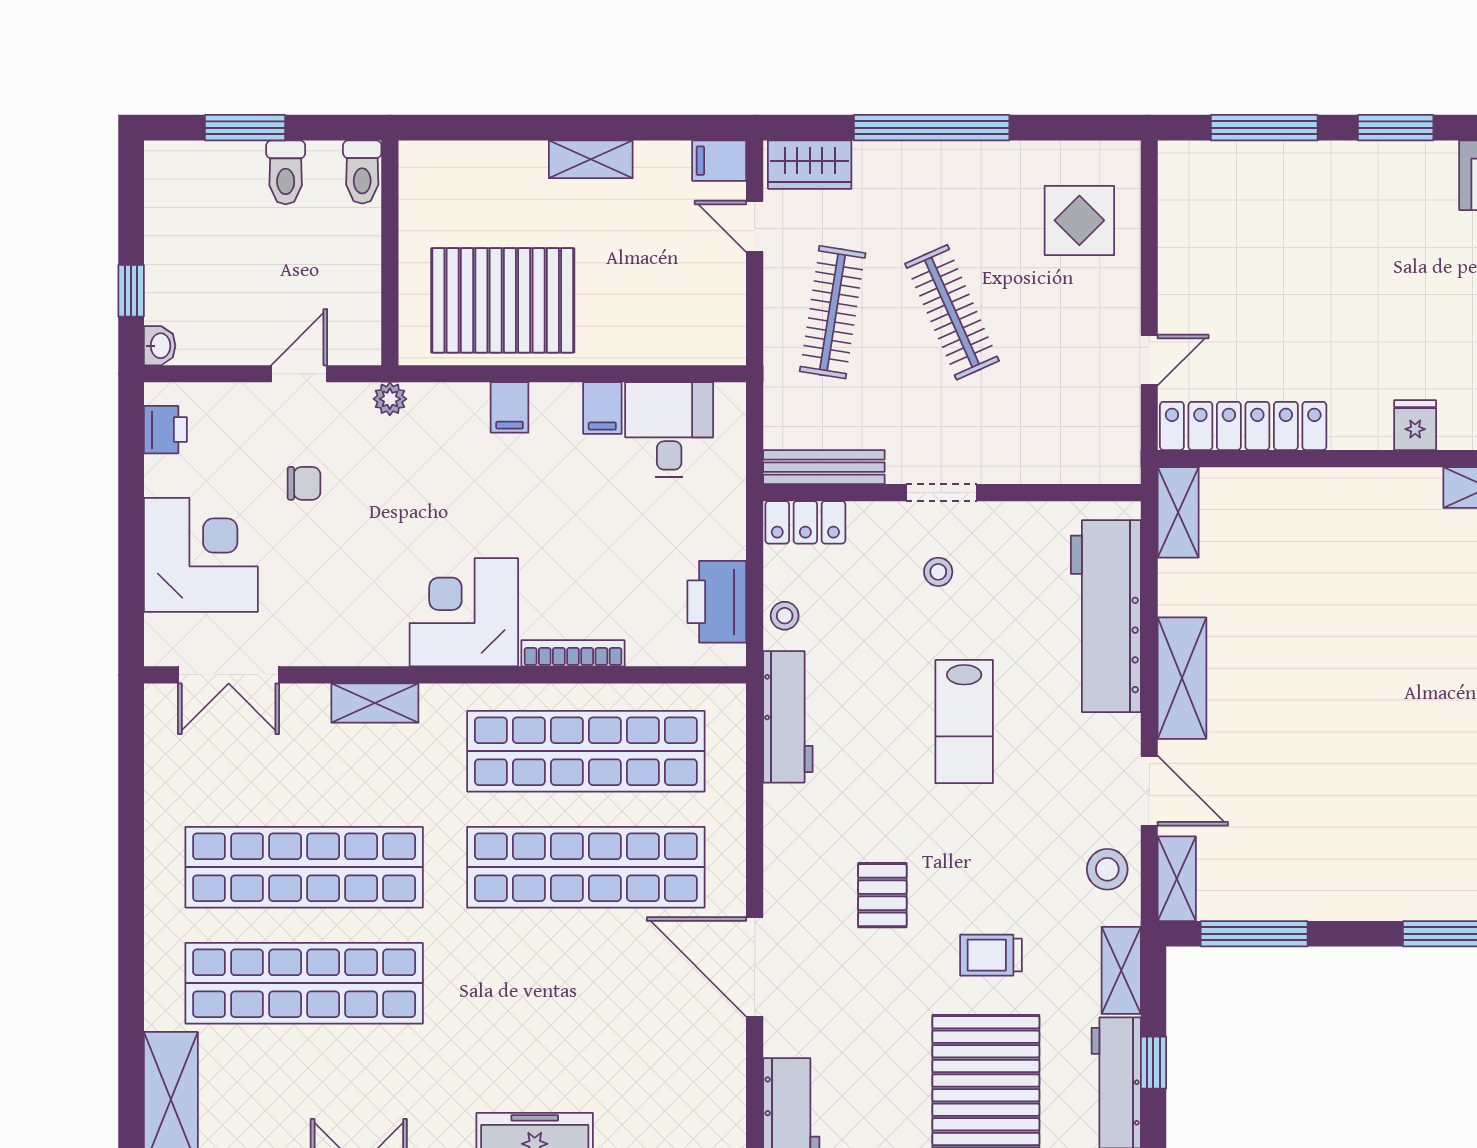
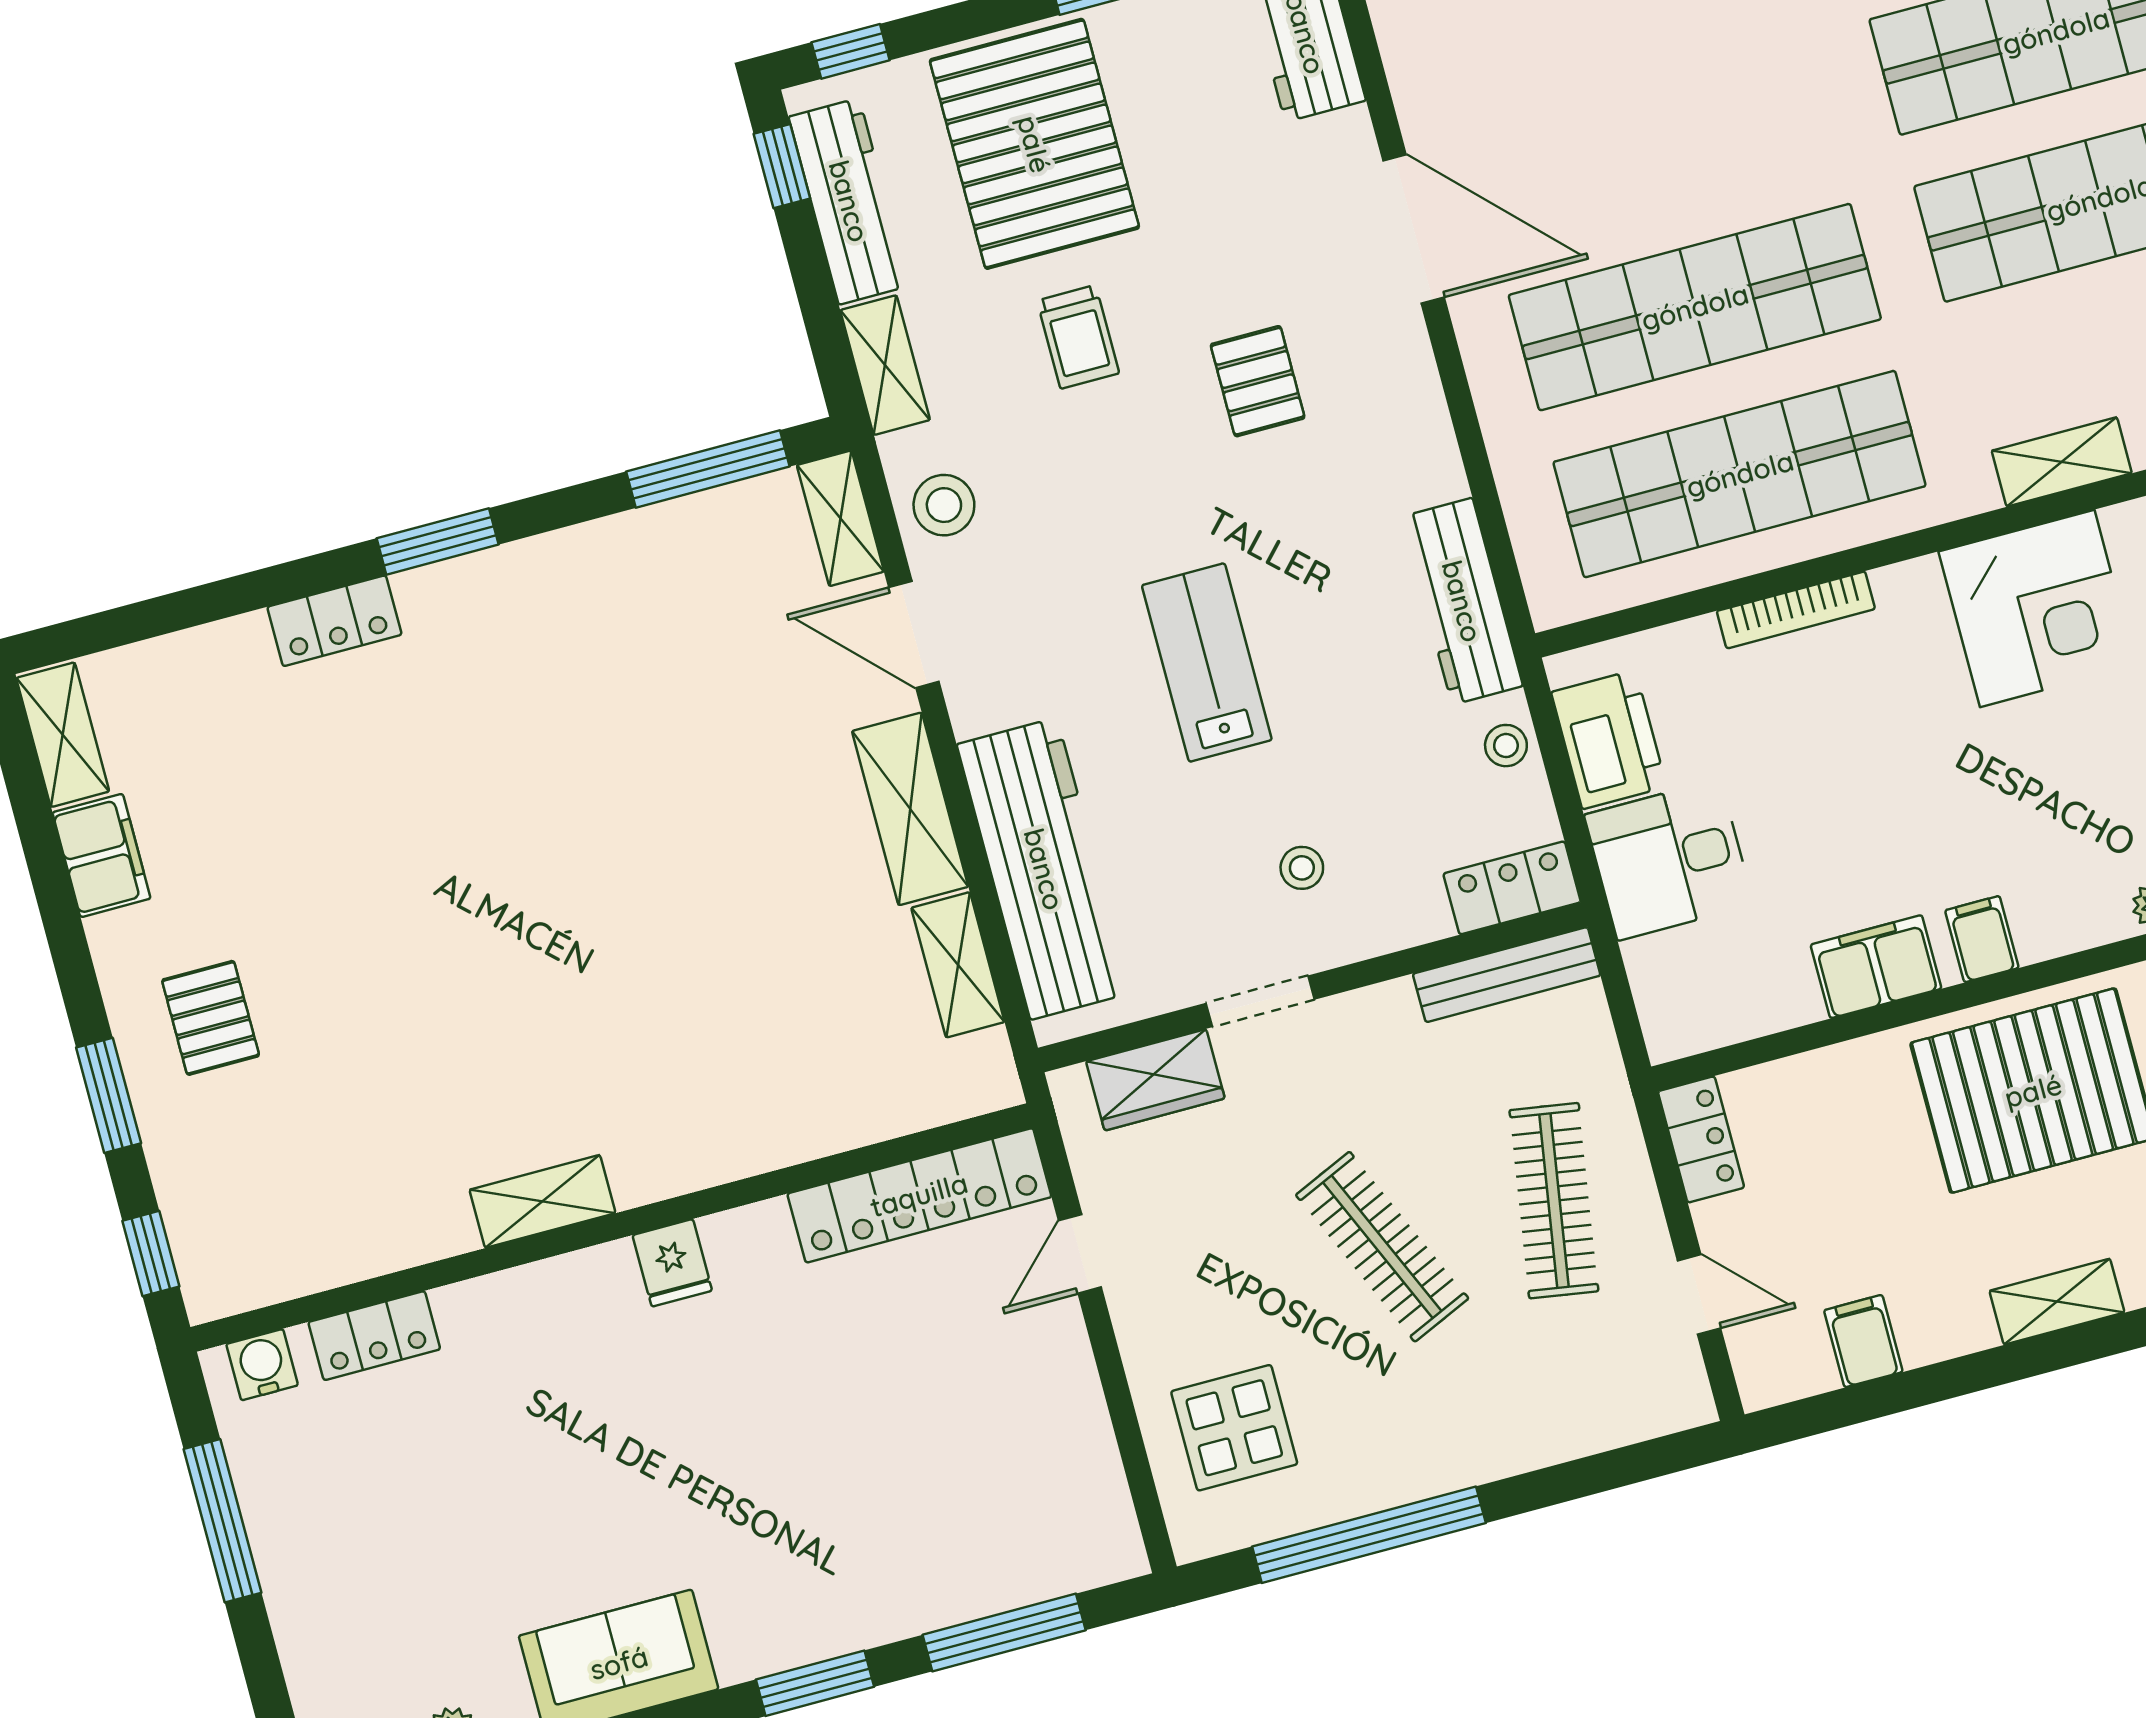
window: (932, 128) -> (1369, 1535), moved
shelving: (591, 159) -> (2057, 1302), moved
filing cabinet: (719, 161) -> (1863, 1341), moved, turned -90
wardrobe: (810, 165) -> (1155, 1080), moved, turned 180
locker: (727, 326) -> (1701, 1139), added
filing cabinet: (602, 408) -> (1876, 967), width x2.00
desk: (669, 430) -> (1669, 860), moved, turned 90
doorway: (941, 493) -> (1260, 1001), moved
shelving: (1178, 512) -> (958, 965), moved
corner desk: (464, 612) -> (2037, 609), moved
trolley: (991, 955) -> (1078, 337), turned 90
window: (1153, 1063) -> (782, 166), moved

